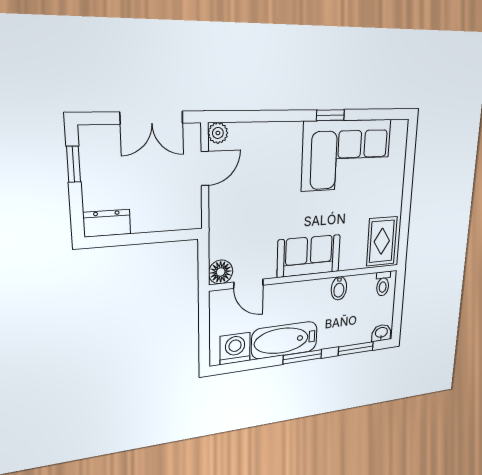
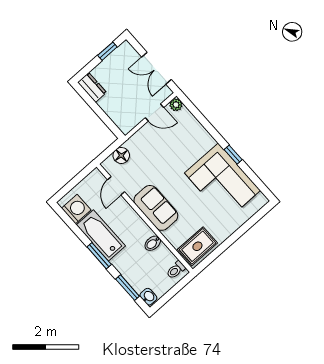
floor lamp: (221, 272) -> (121, 155), moved

